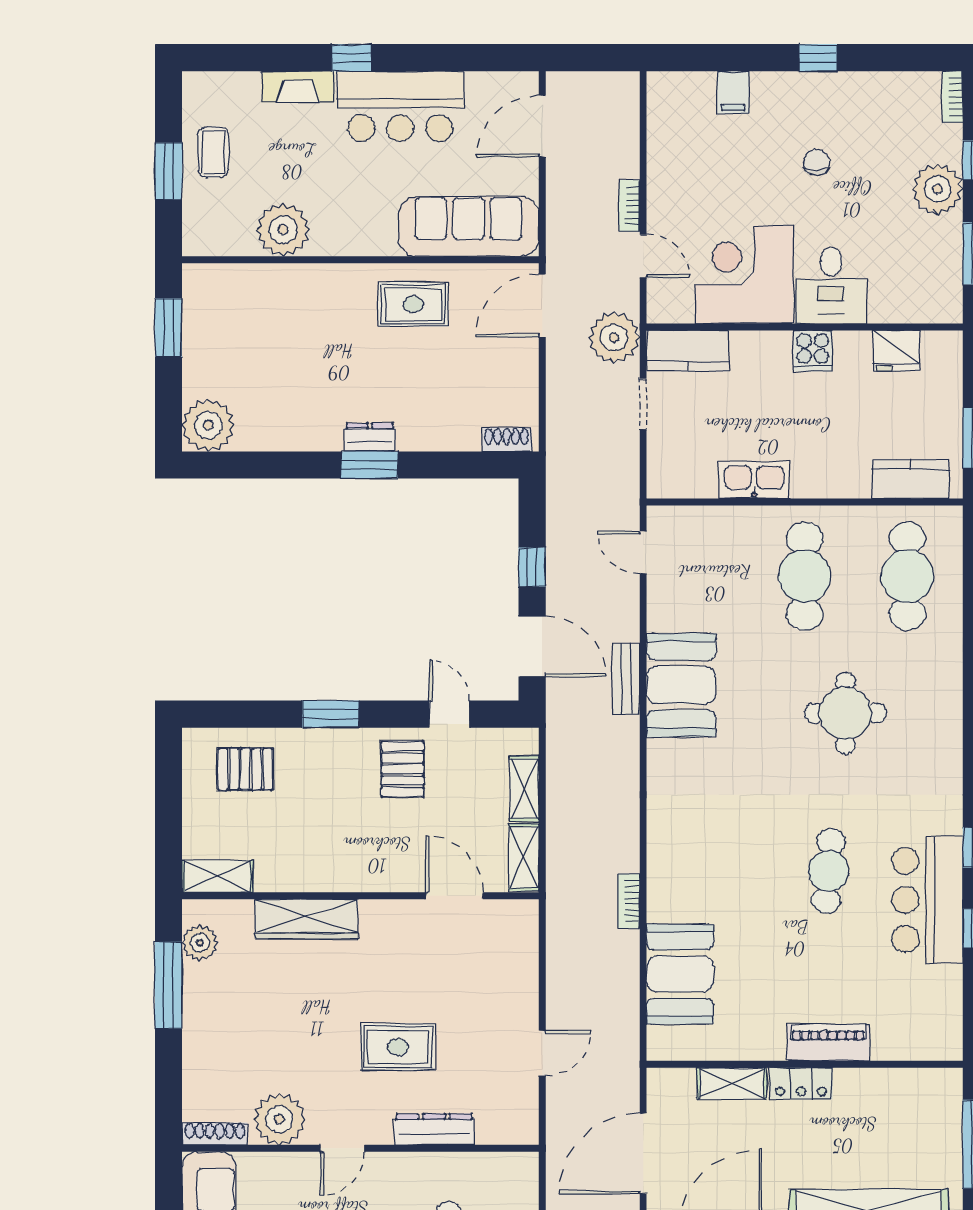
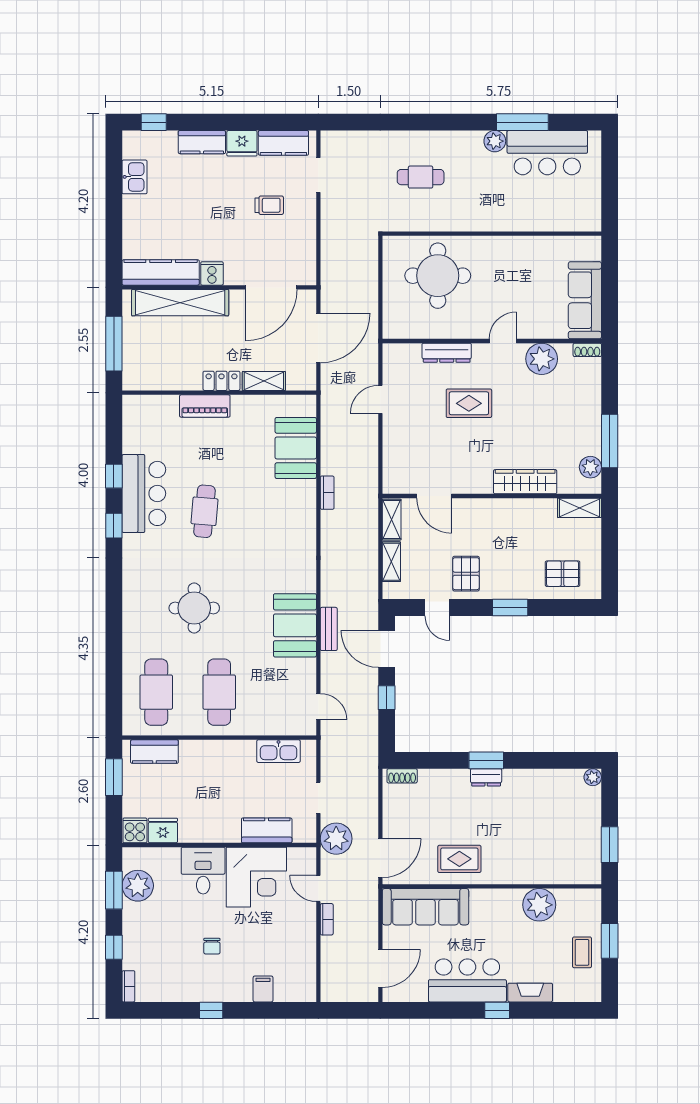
plant: (938, 189) -> (138, 886), moved
kitchen counter: (687, 351) -> (267, 830), moved
cooker: (813, 351) -> (135, 830), moved
plant: (208, 425) -> (593, 777), width x0.53, depth x0.53
kitchen sink: (754, 480) -> (278, 751), moved
shoe rack: (215, 1134) -> (587, 350), width x0.70

